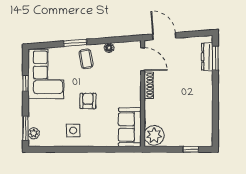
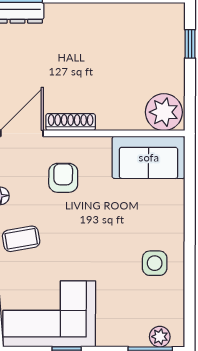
armchair: (88, 101) -> (63, 178), moved, turned 90

